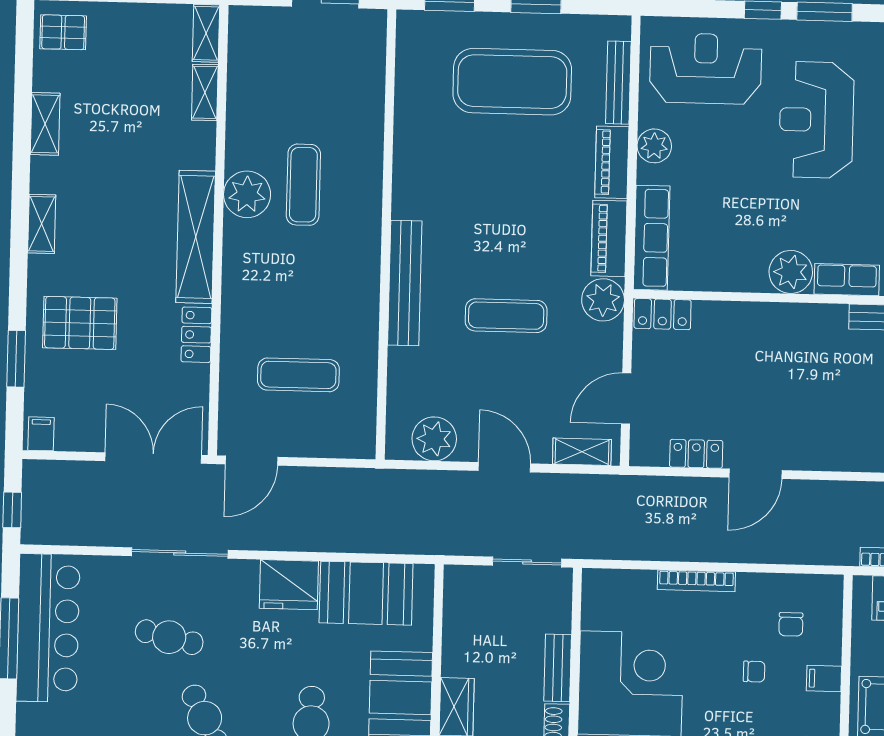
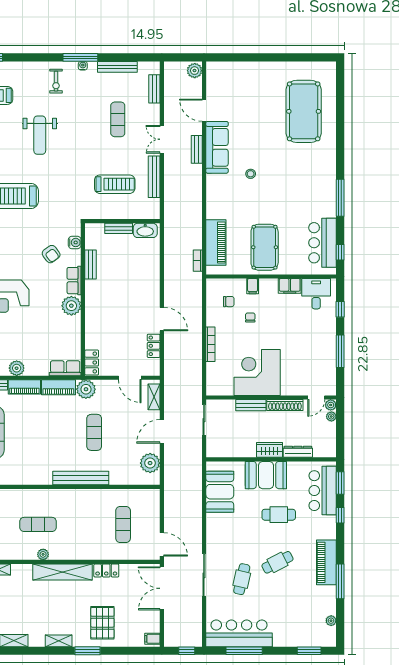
plant: (247, 194) -> (43, 554), width x0.53, depth x0.53
row of seats: (652, 238) -> (65, 368), width x0.68
window: (16, 359) -> (88, 651), moved
fridge: (289, 585) -> (217, 526), removed

